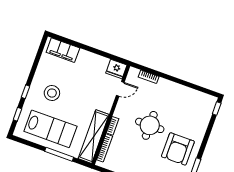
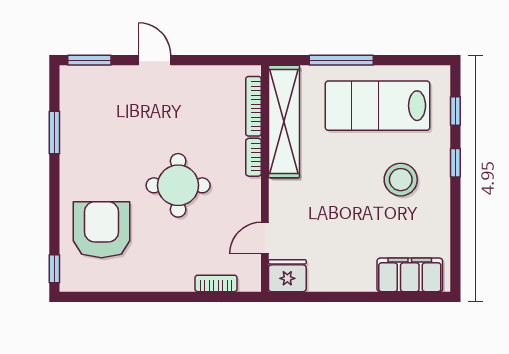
armchair: (178, 149) -> (102, 230), moved

